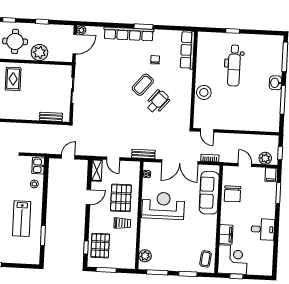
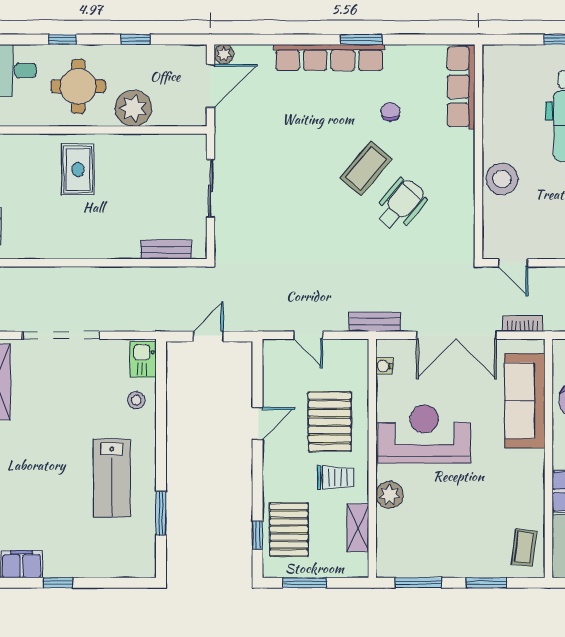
shelving: (97, 170) -> (358, 528), moved
plant: (145, 256) -> (389, 495), moved

